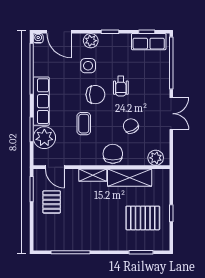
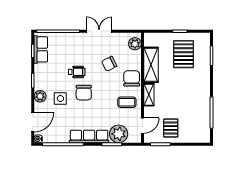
chair: (95, 95) -> (84, 93), turned 180
coffee table: (84, 124) -> (127, 102), moved
chair: (113, 154) -> (132, 78), turned 90
pallet: (52, 202) -> (171, 128), turned 90

